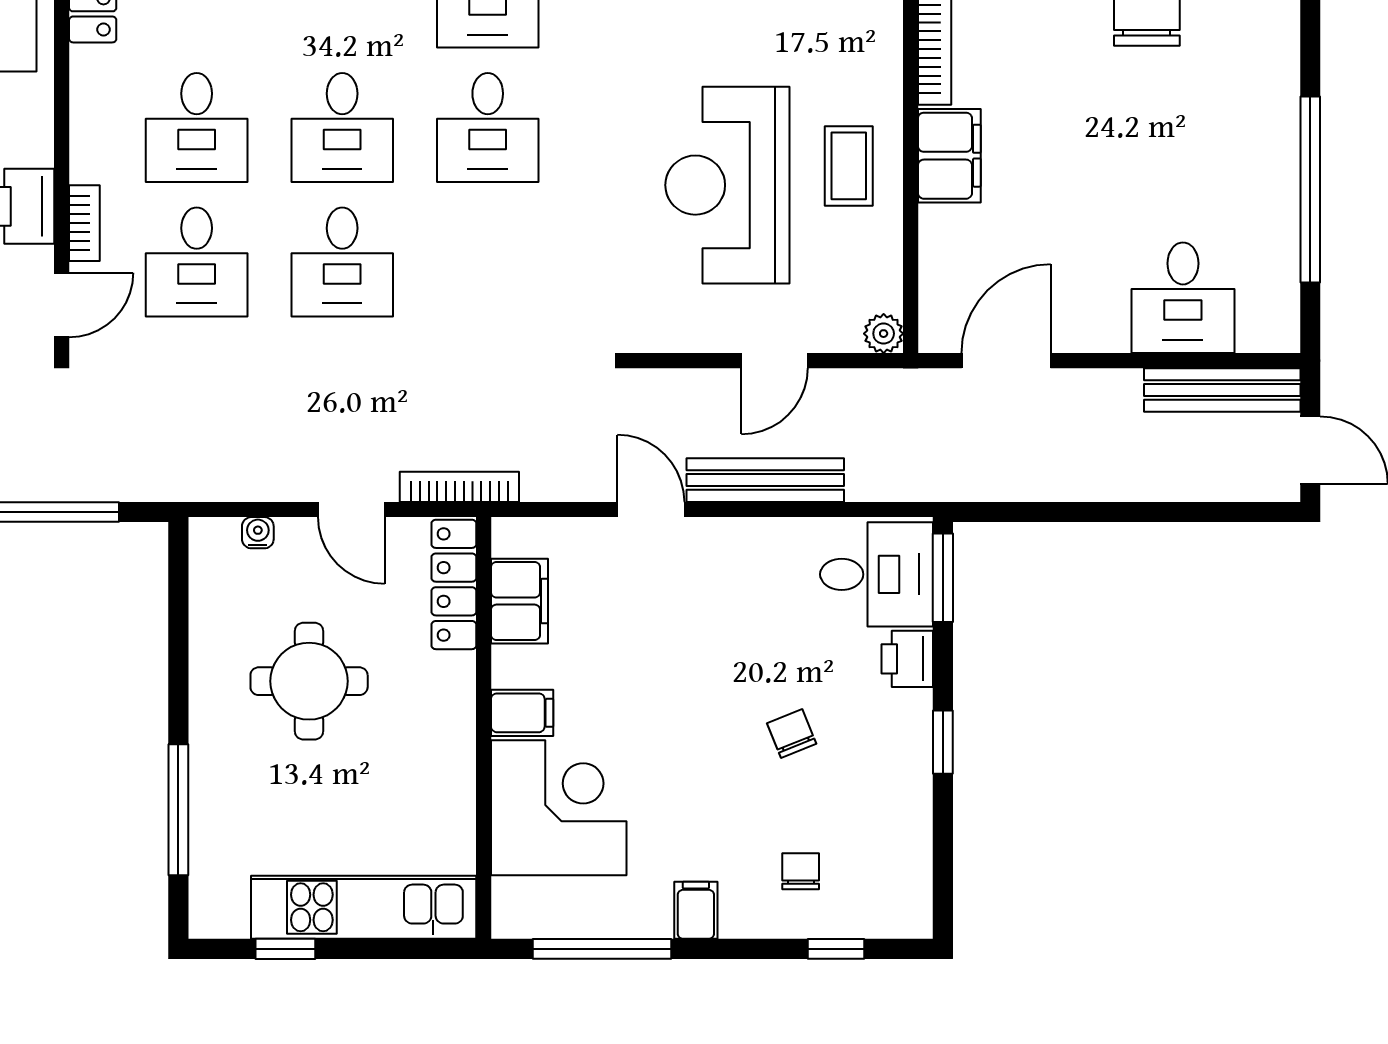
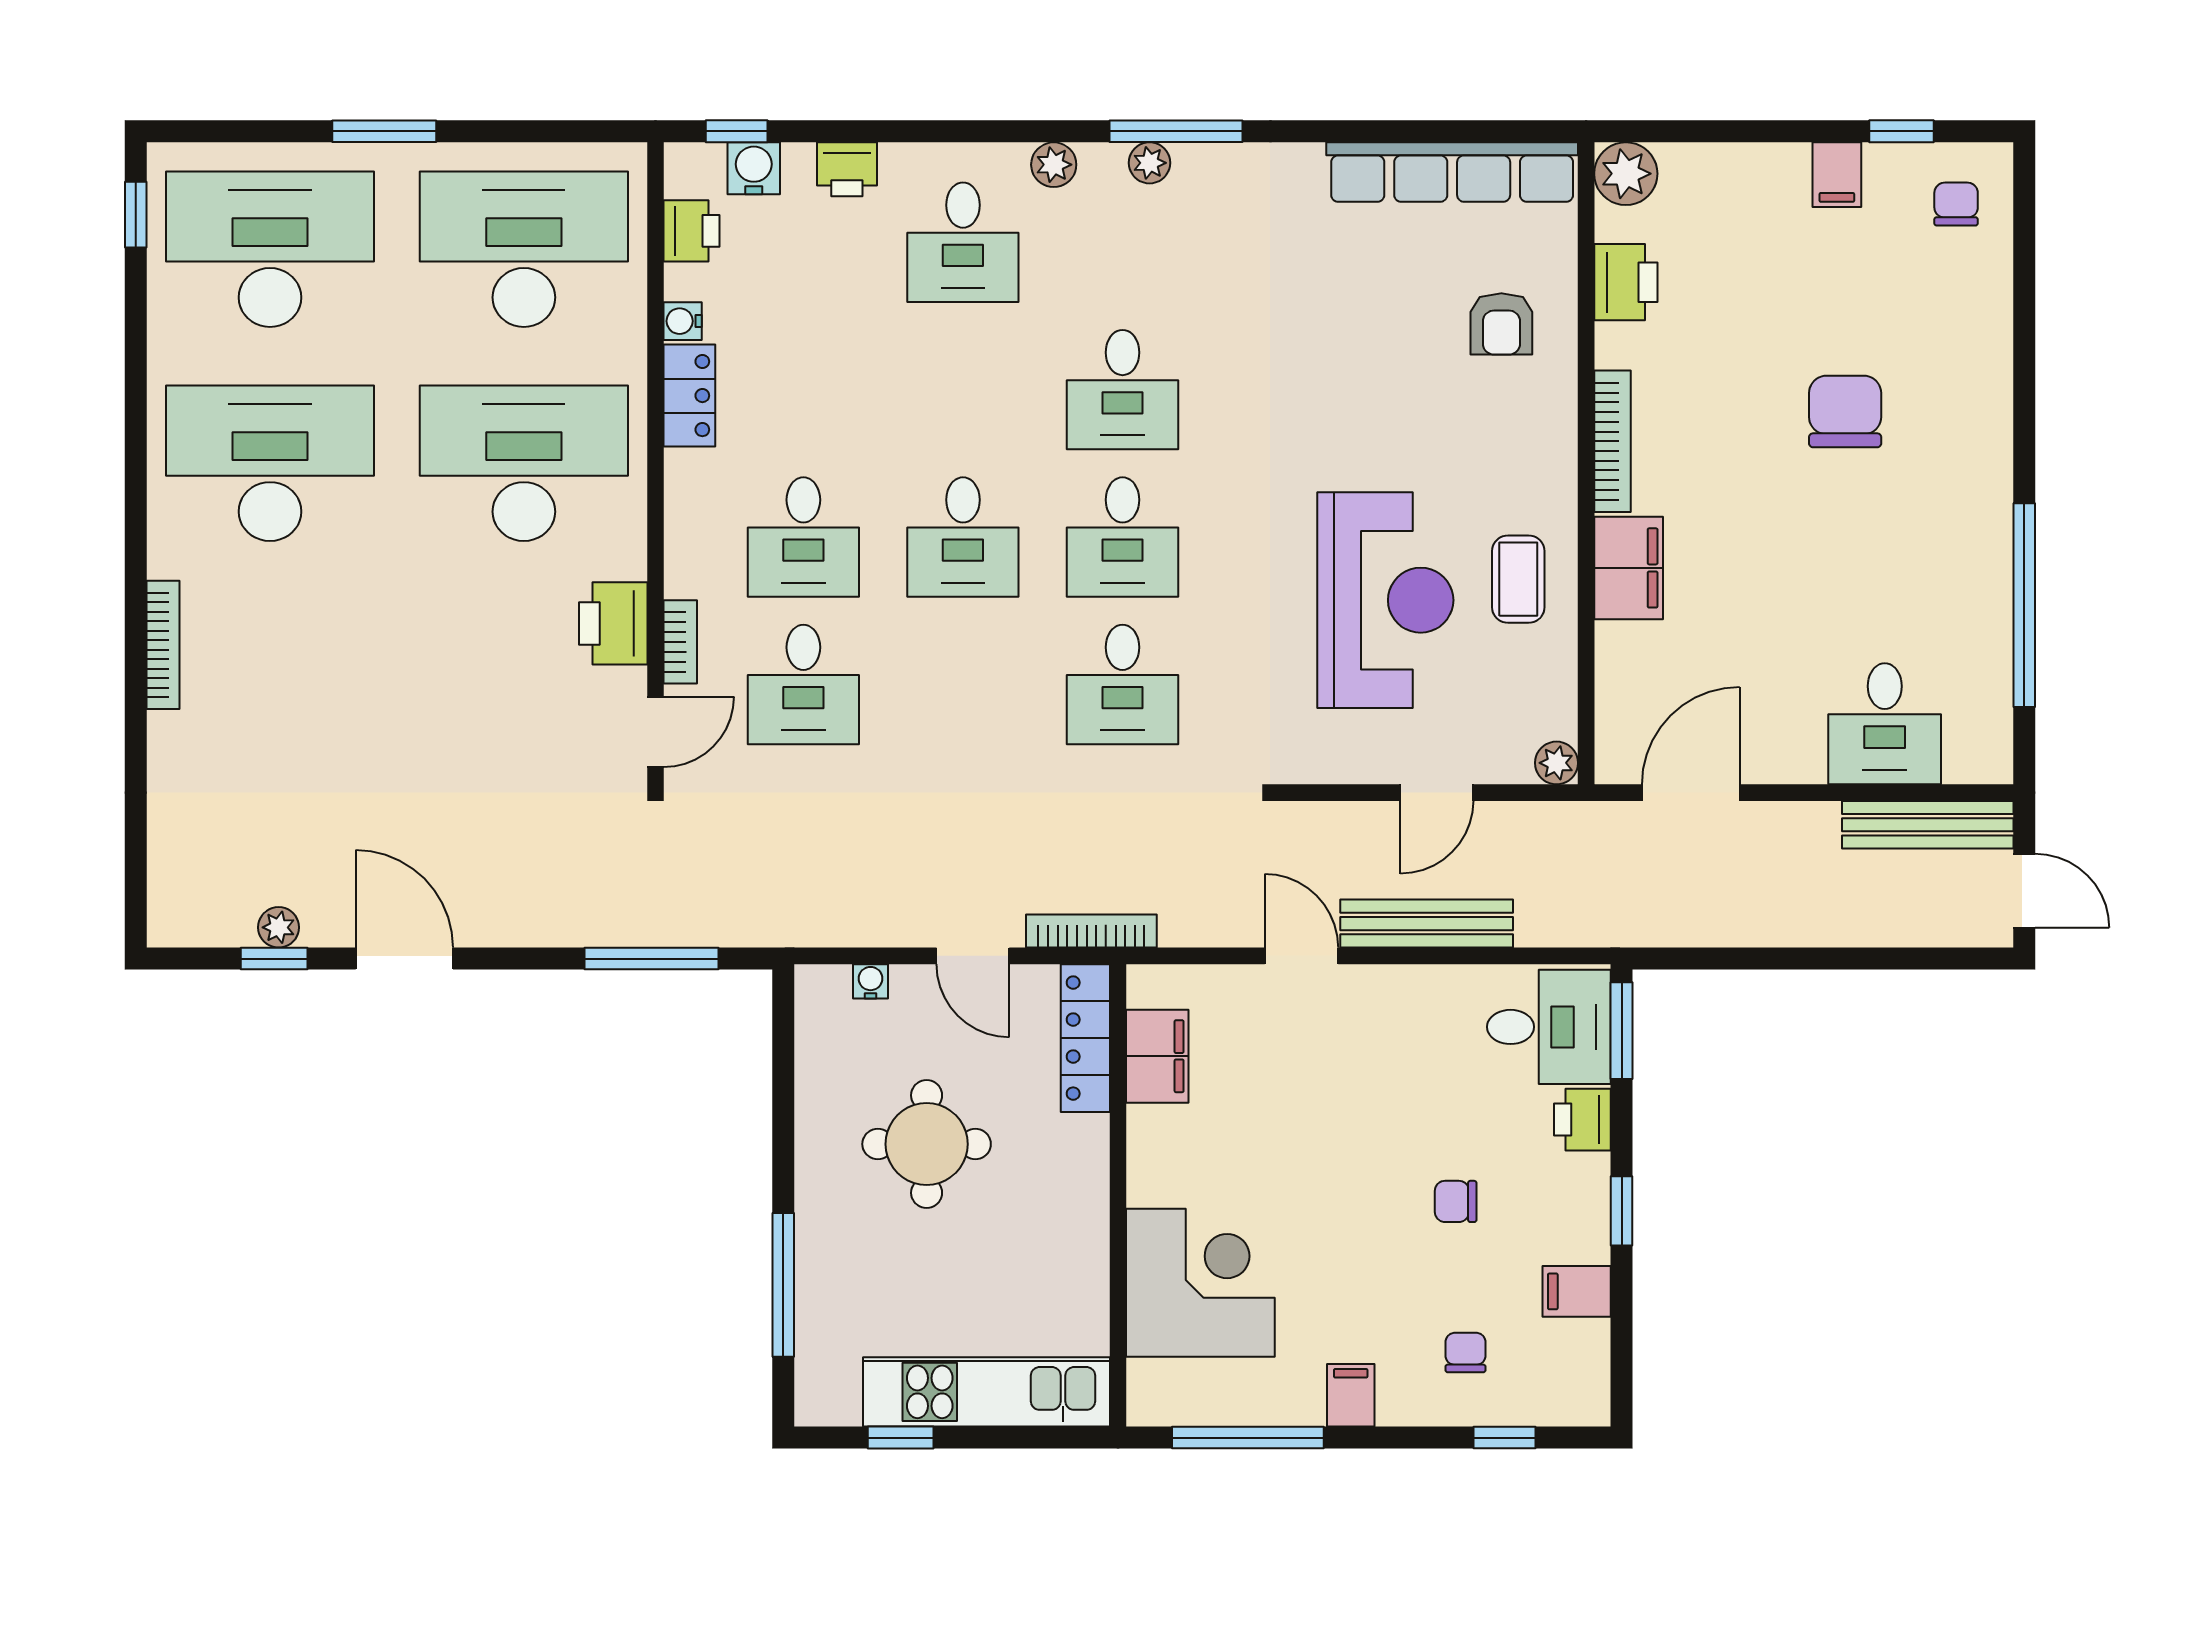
reception desk: (727, 185) -> (1385, 600), turned 180
desk: (342, 262) -> (1123, 684), moved
filing cabinet: (522, 713) -> (1577, 1291), moved, turned 180
chair: (792, 733) -> (1456, 1201), turned -68

